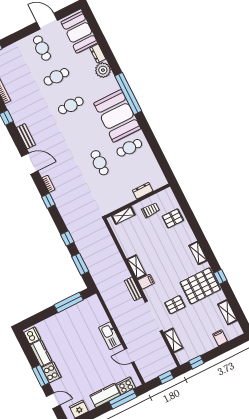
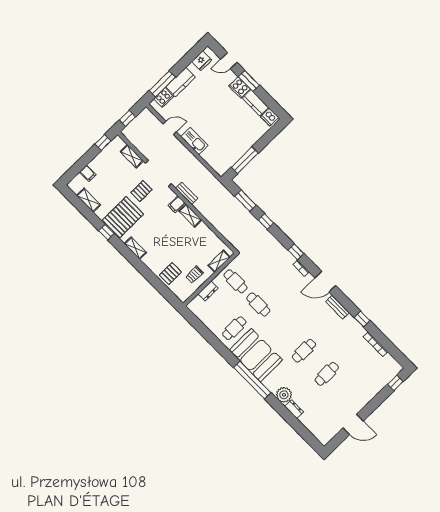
booth: (79, 32) -> (318, 424), removed
cafe table: (42, 48) -> (235, 281), moved

